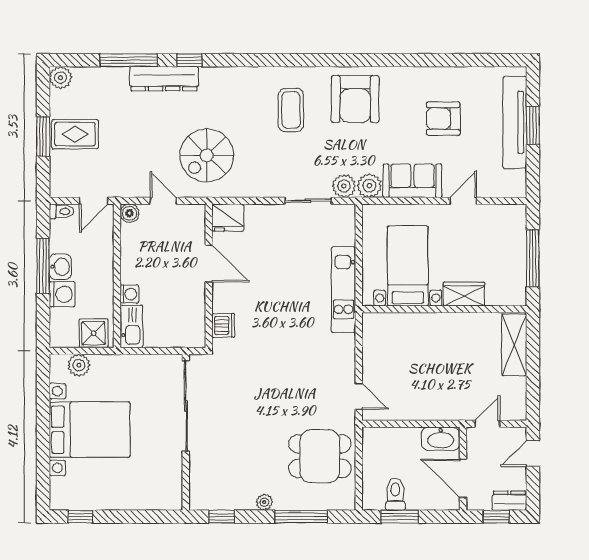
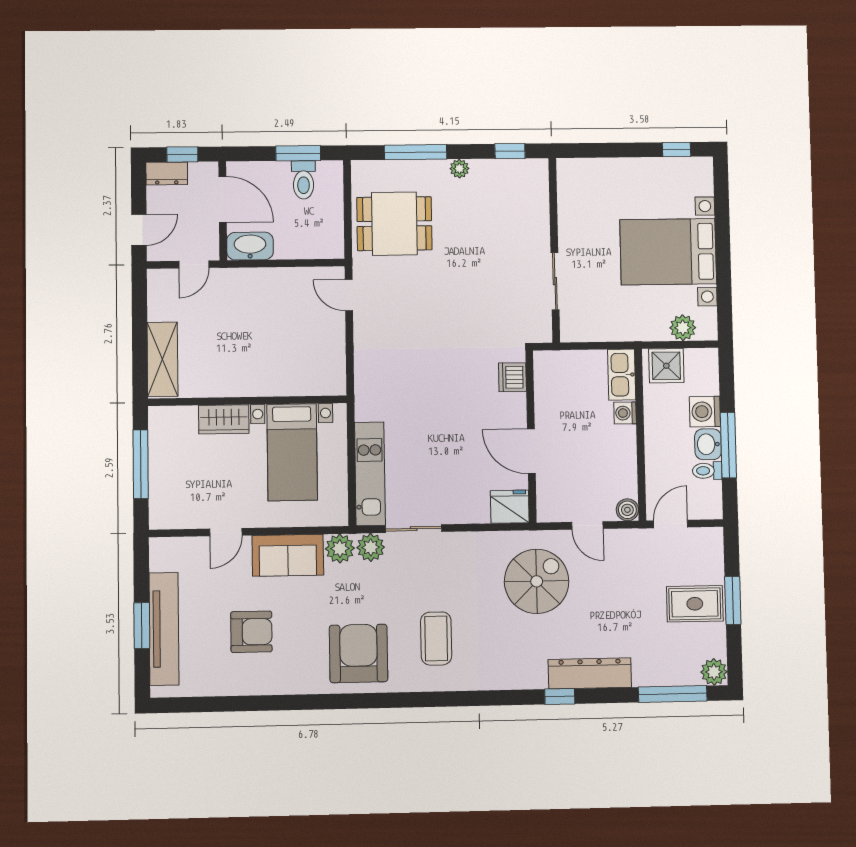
window: (129, 60) -> (673, 694), moved
toilet: (62, 211) -> (707, 471), moved
kitchen unit: (344, 290) -> (370, 474), moved
sliding door: (186, 406) -> (555, 281), width x0.54

